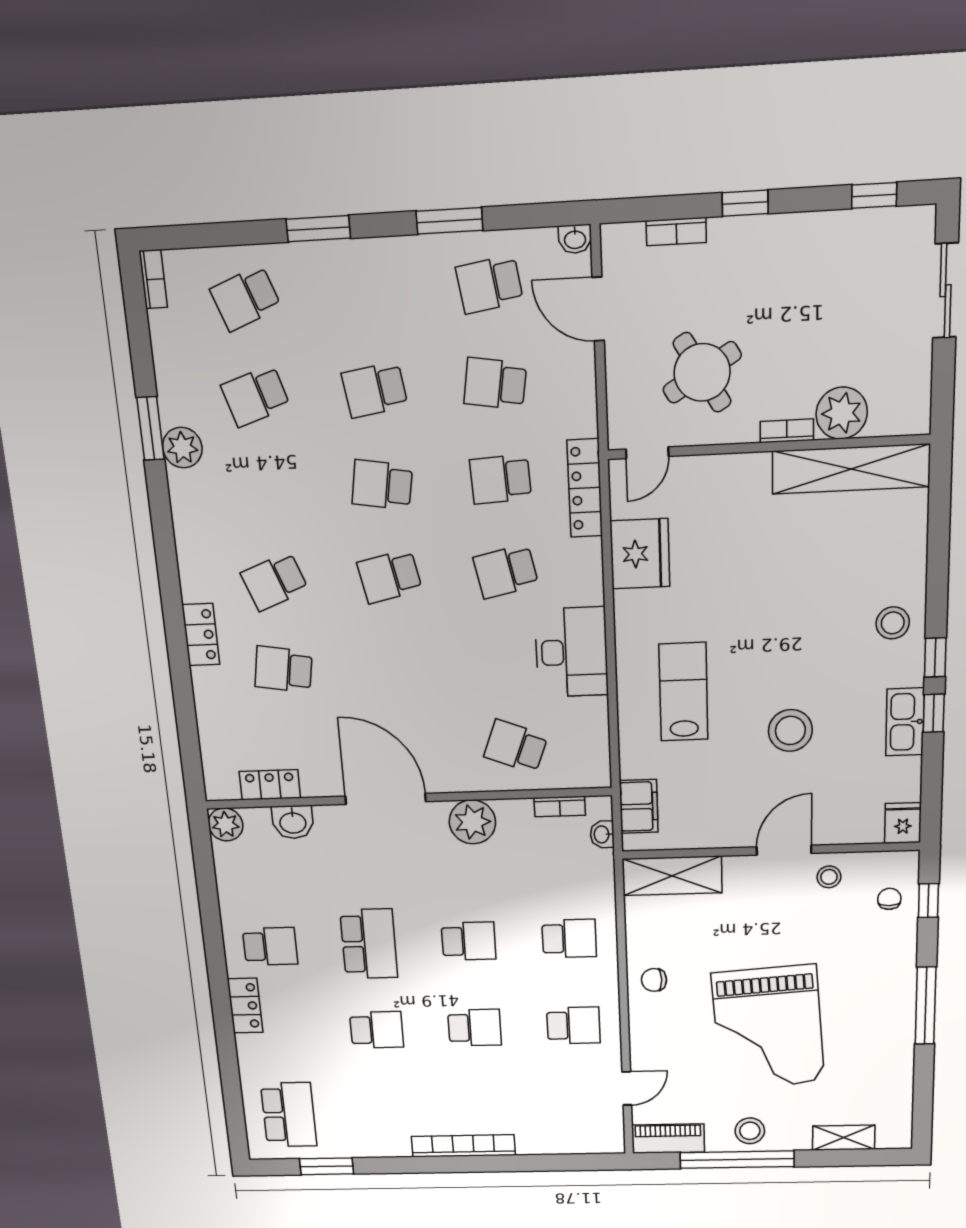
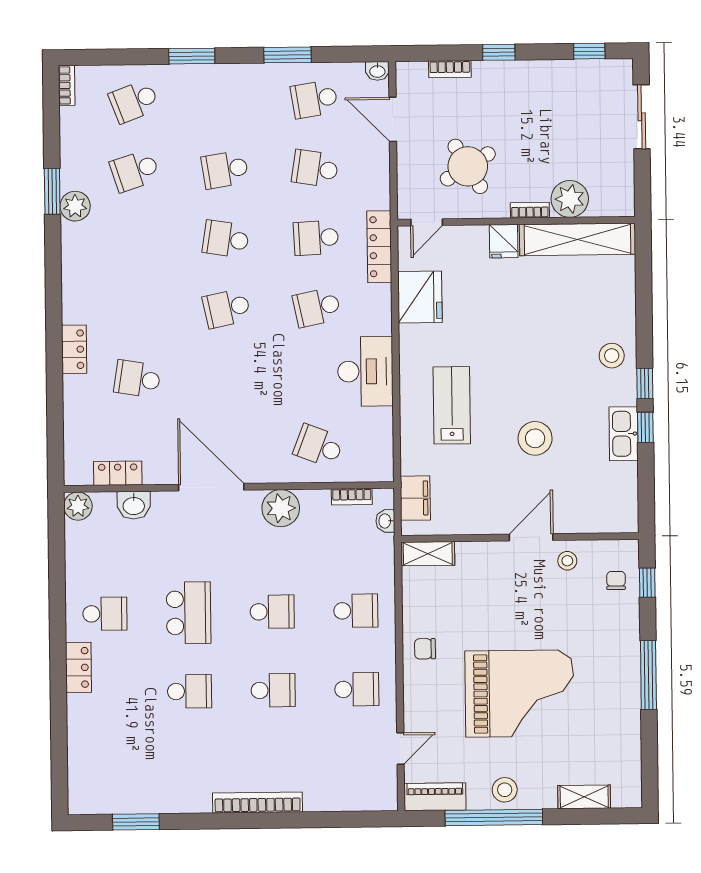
school desk: (274, 581) -> (136, 309), removed
fridge: (903, 823) -> (504, 241), moved, turned 180
shelving: (672, 876) -> (428, 554), width x0.67, depth x0.75
grand piano: (768, 1028) -> (520, 694), turned -86
school desk: (289, 1115) -> (107, 771), removed

